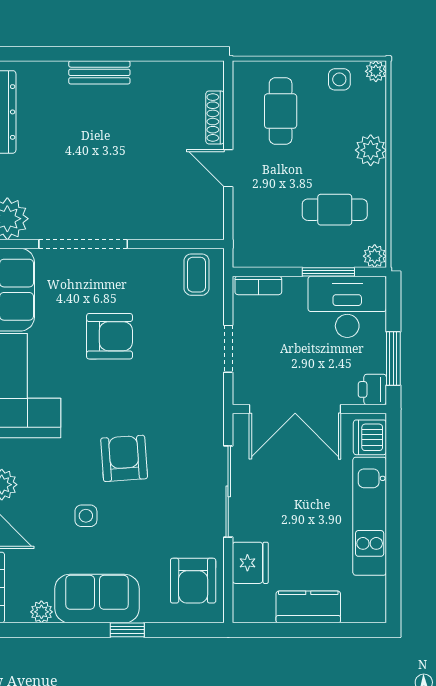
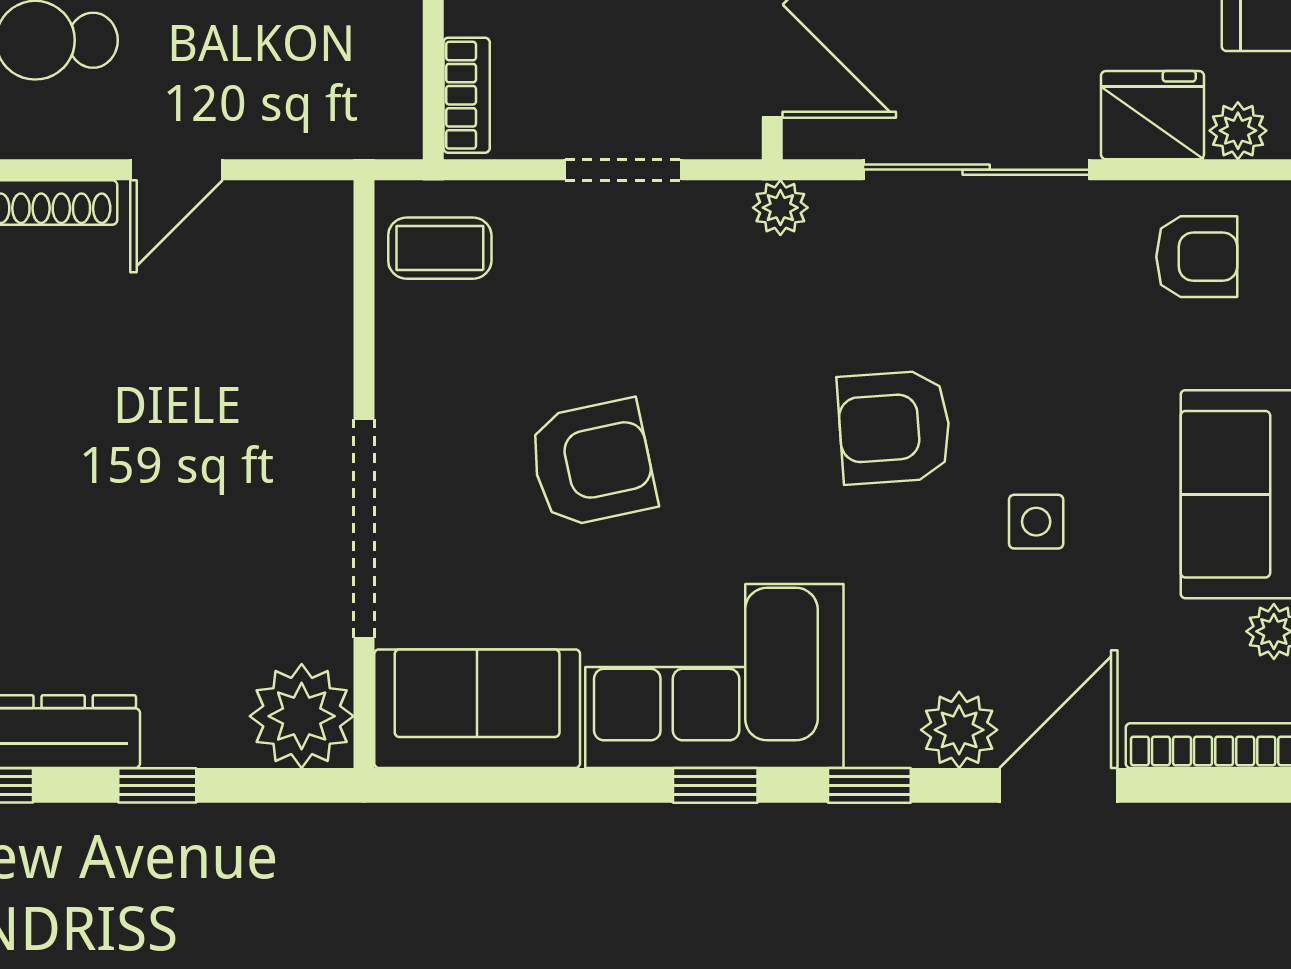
armchair: (110, 336) -> (592, 463), turned 78
plant: (213, 412) -> (780, 208), added
armchair: (193, 581) -> (1197, 257), width x0.72, depth x0.72
plant: (244, 597) -> (1238, 131), added

